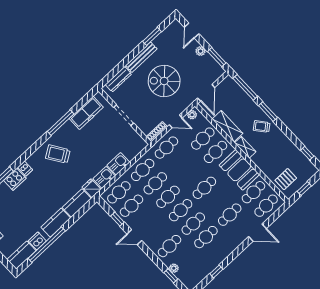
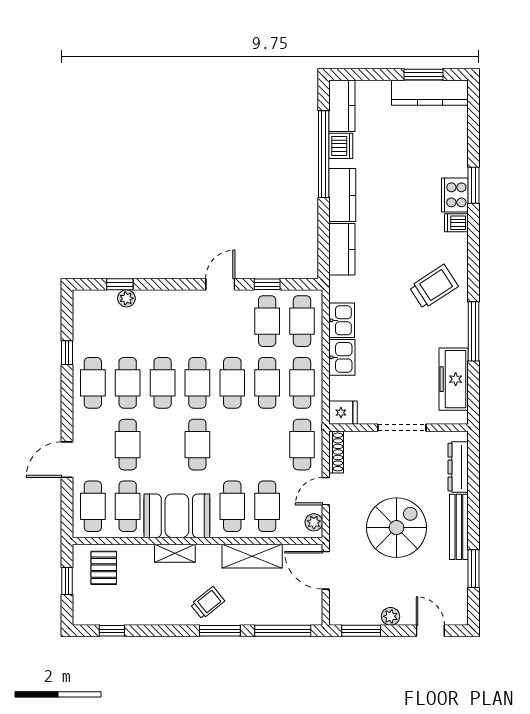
shelving: (245, 147) -> (175, 553), moved
fridge: (92, 188) -> (343, 413), moved
cafe table: (169, 246) -> (93, 383), moved

